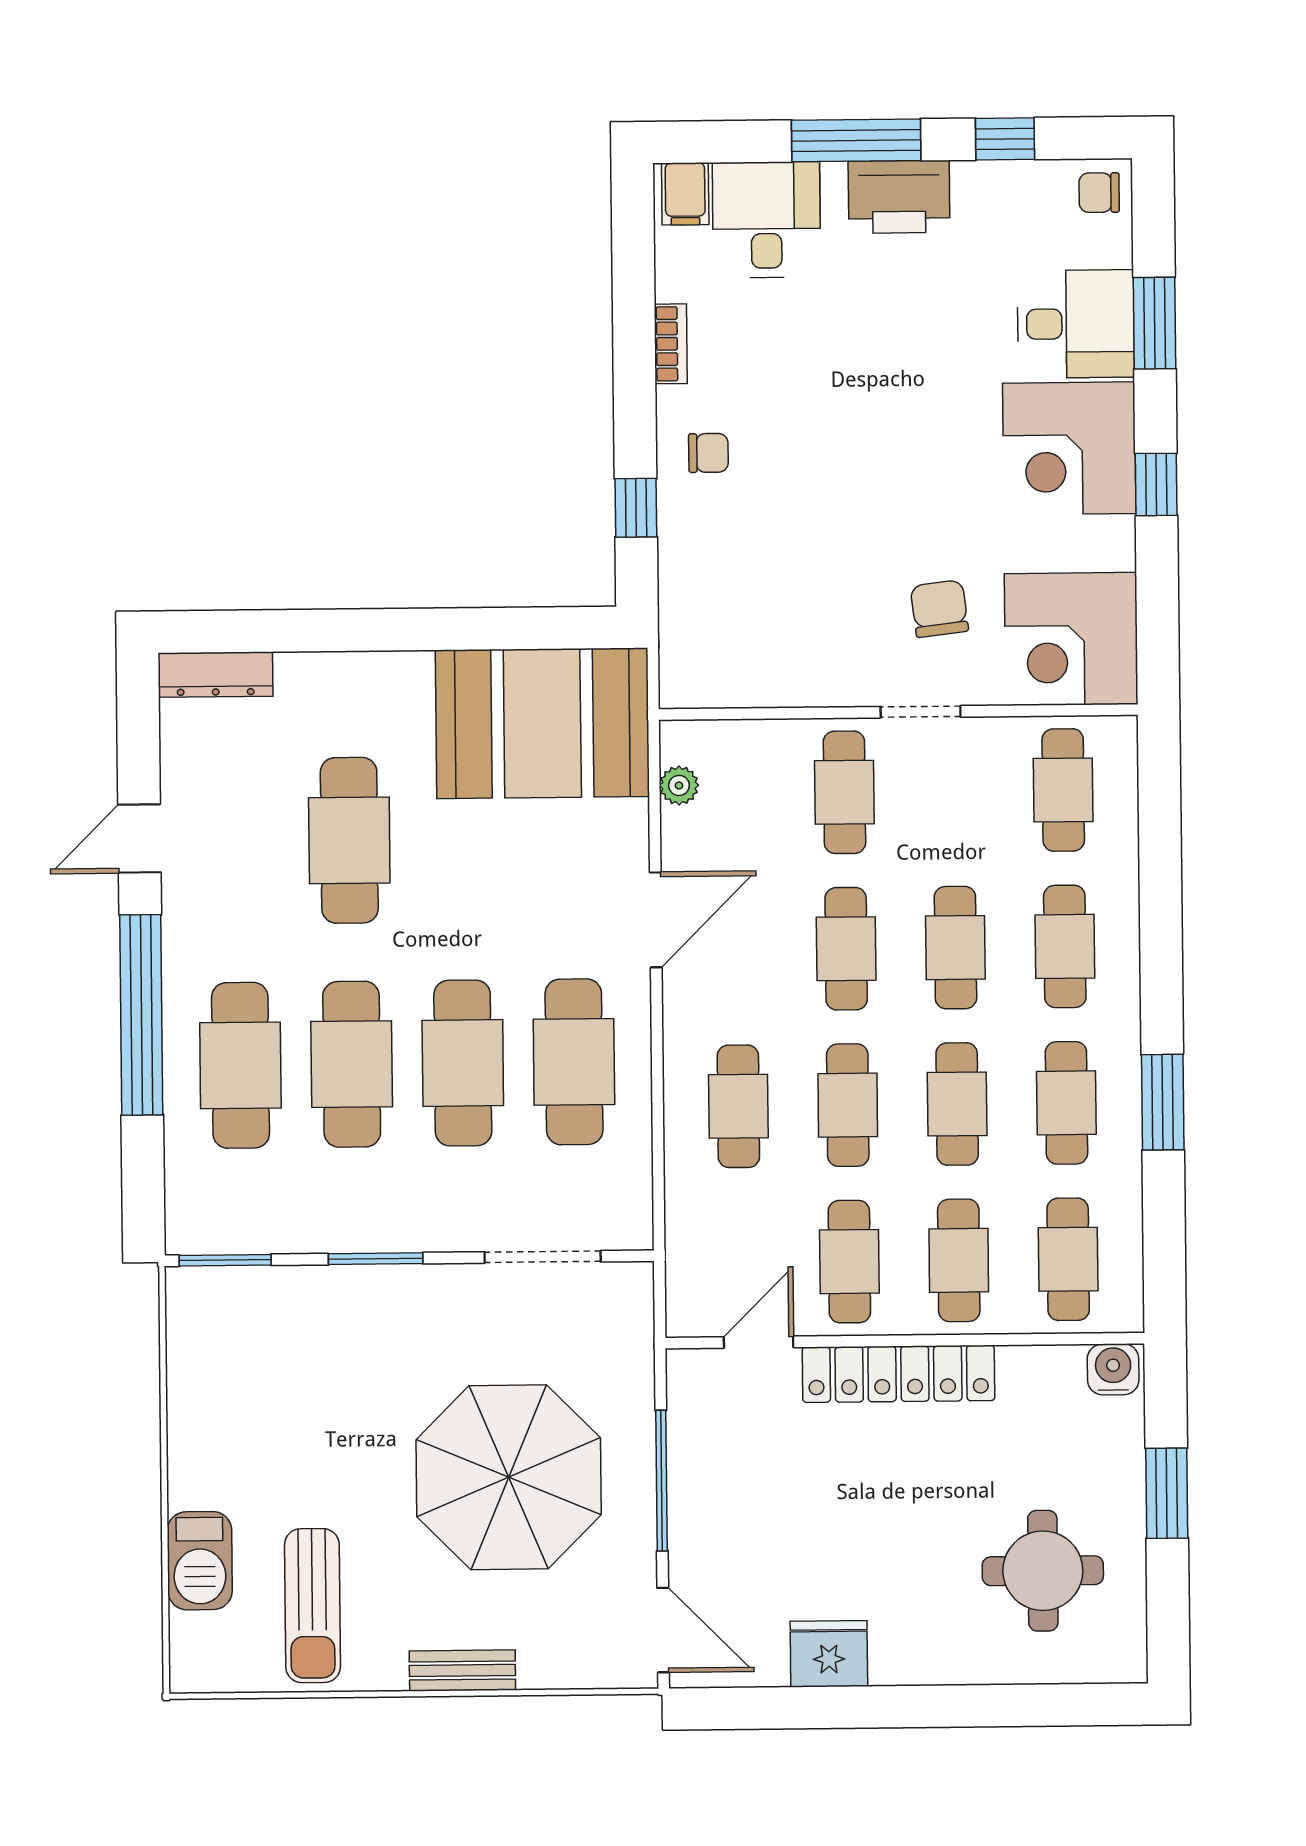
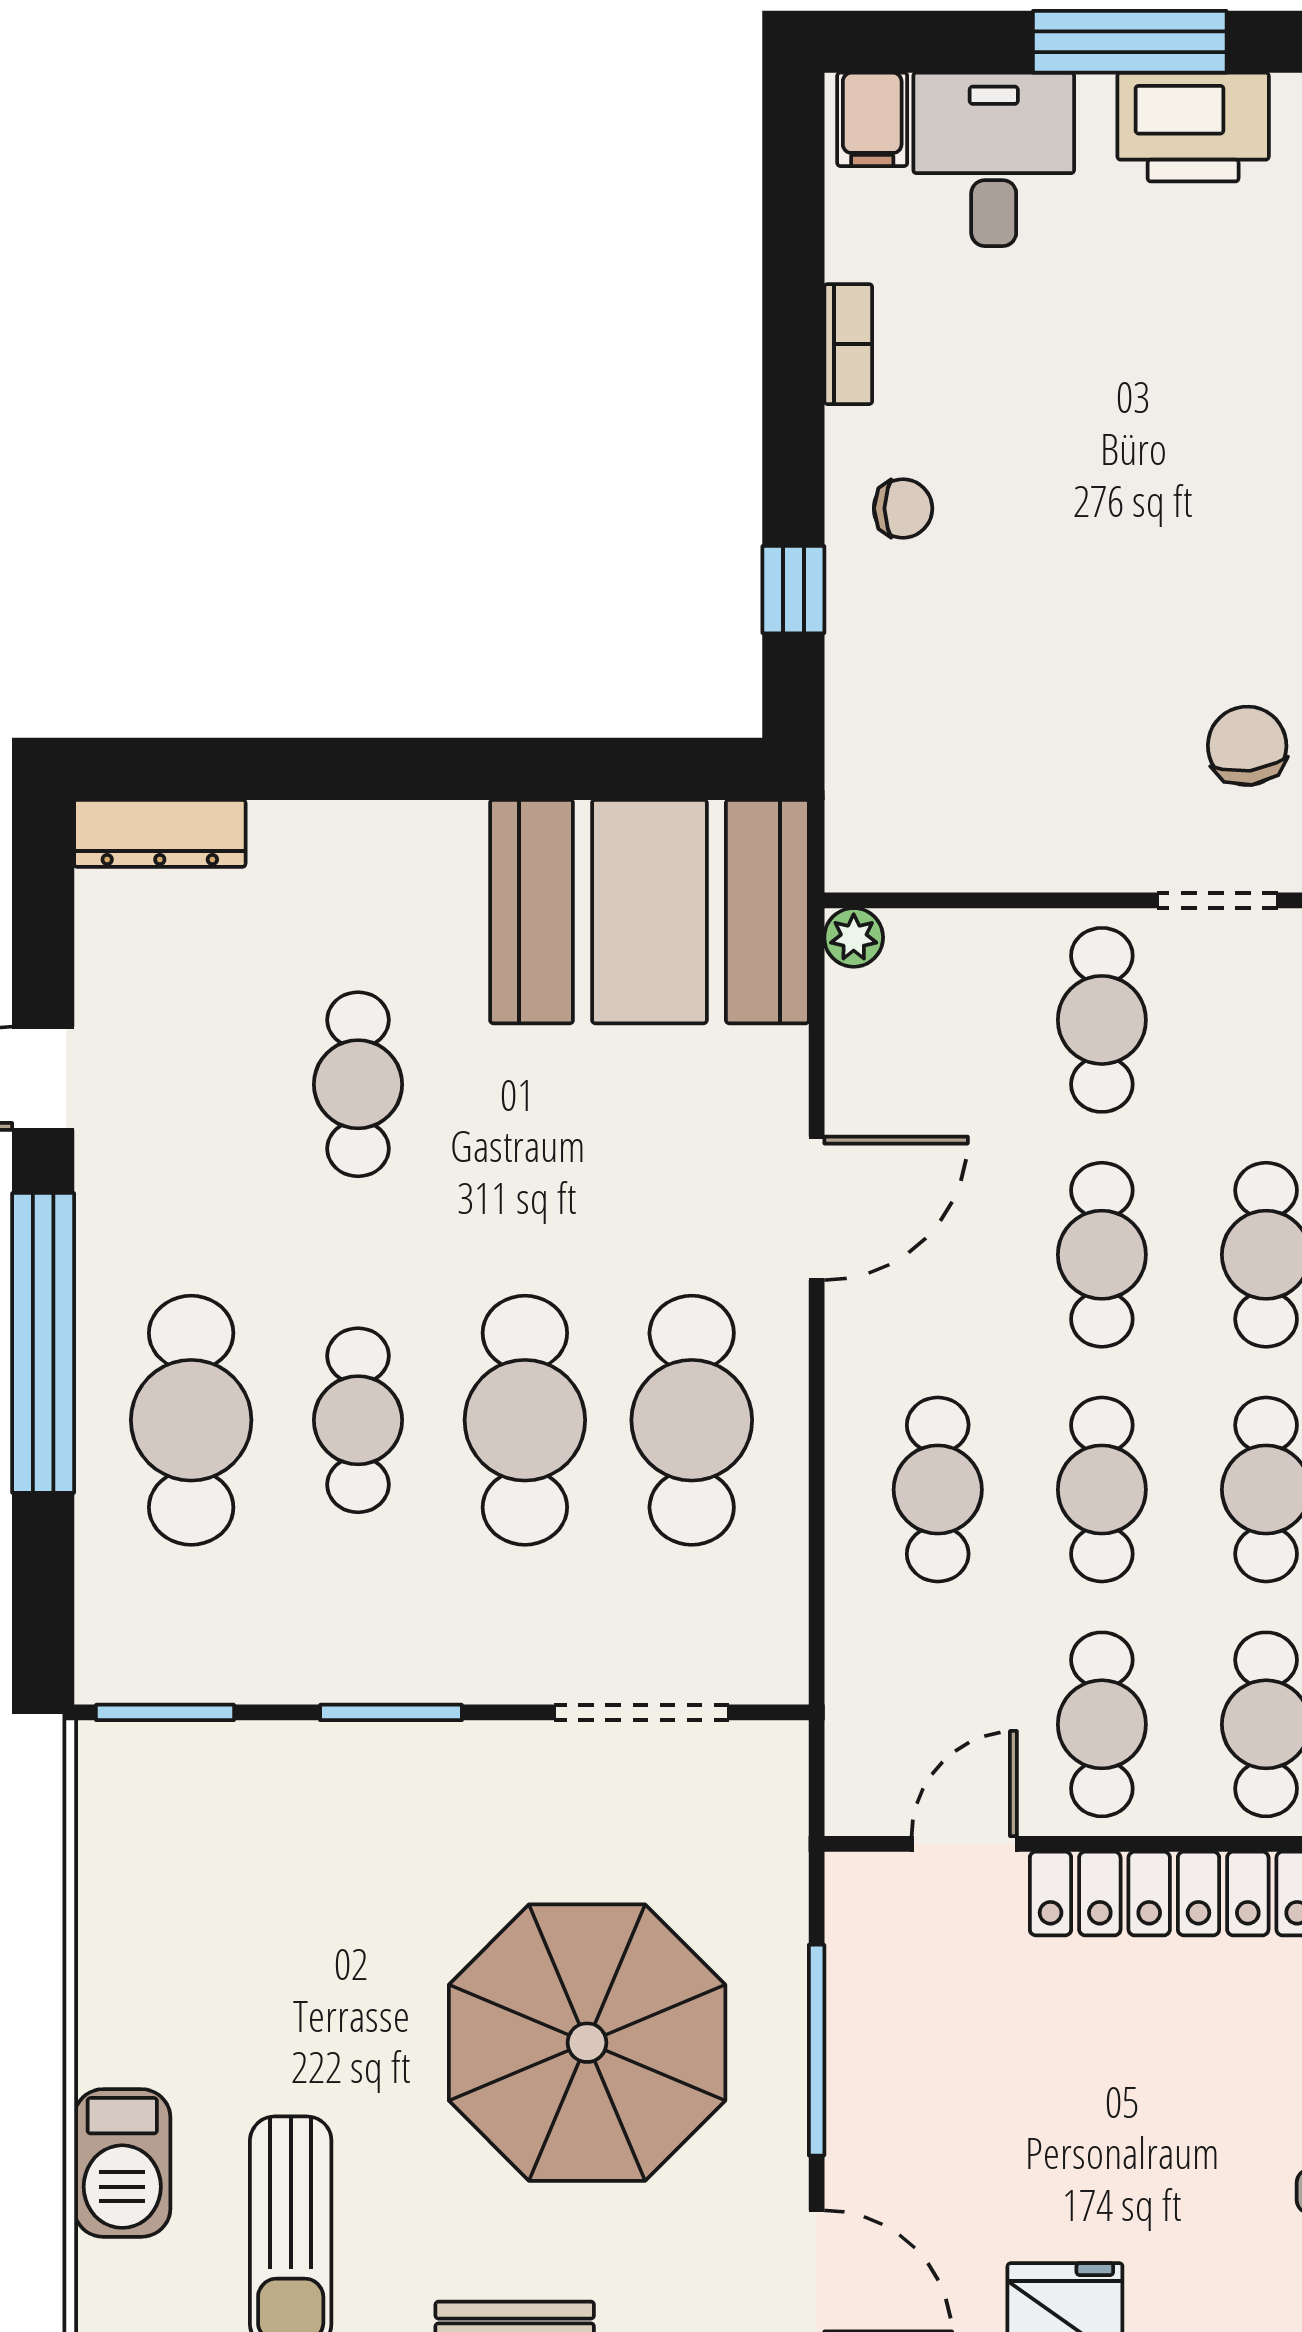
plant: (679, 785) -> (854, 937), moved
cafe table: (349, 840) -> (358, 1084), width x0.73, depth x0.74
cafe table: (352, 1064) -> (358, 1420), width x0.73, depth x0.74

